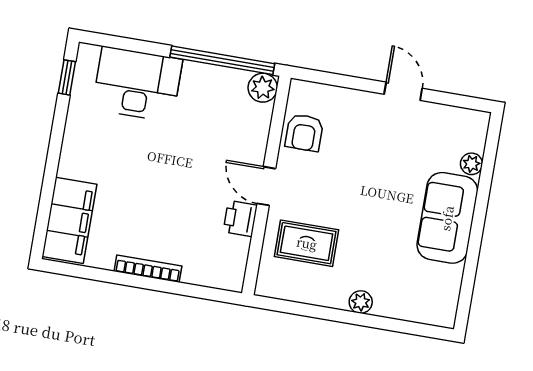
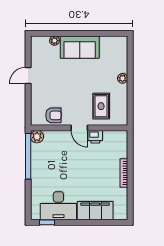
desk: (137, 84) -> (58, 206), moved, turned -90
door: (266, 186) -> (79, 128), hinge flipped
filing cabinet: (69, 220) -> (95, 211), moved

